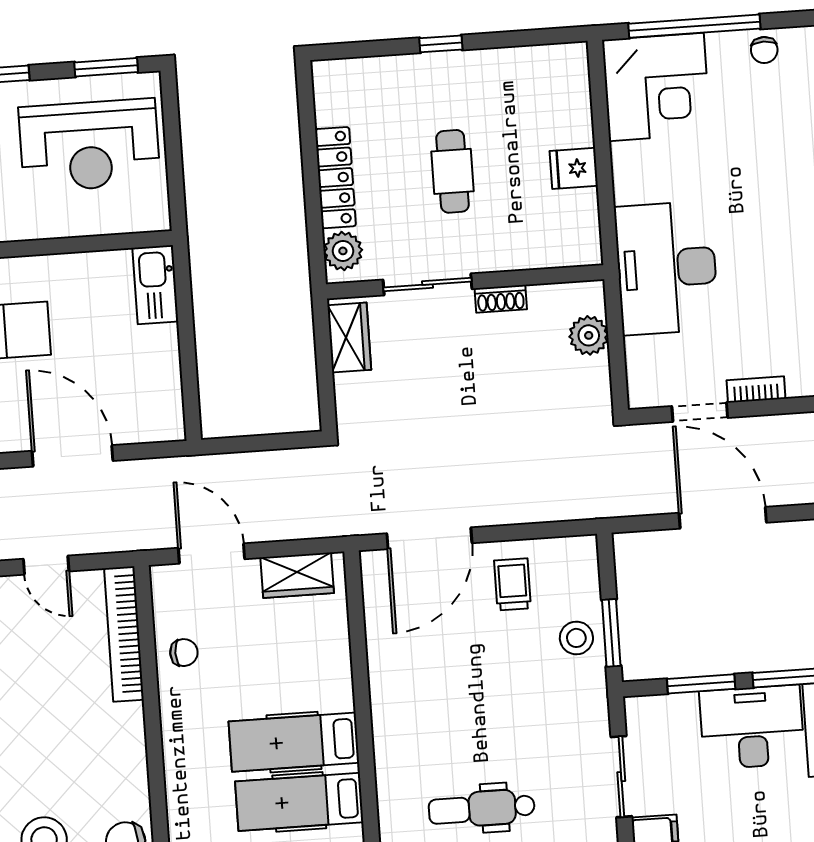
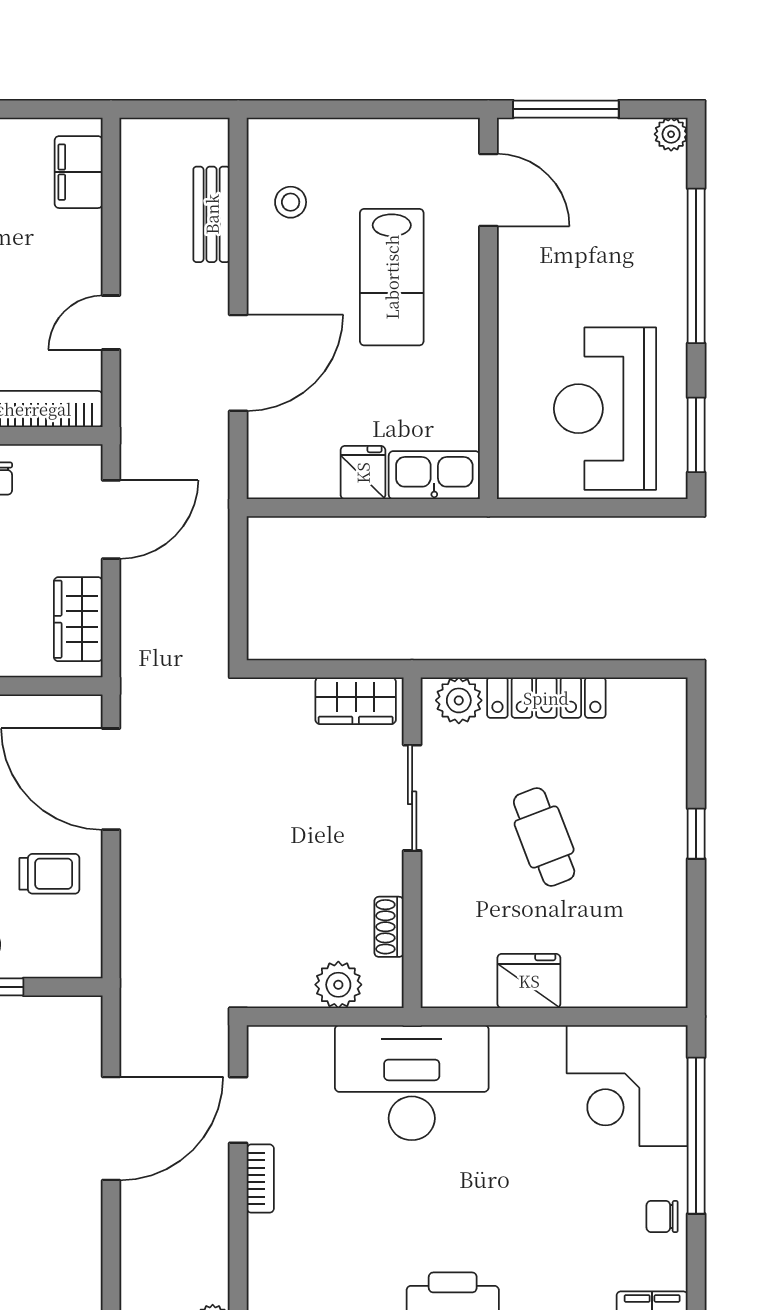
fridge: (574, 168) -> (529, 981), width x1.38
cafe table: (453, 171) -> (544, 837), turned 69
shoe rack: (501, 299) -> (389, 927), moved
fridge: (157, 345) -> (363, 473), added

